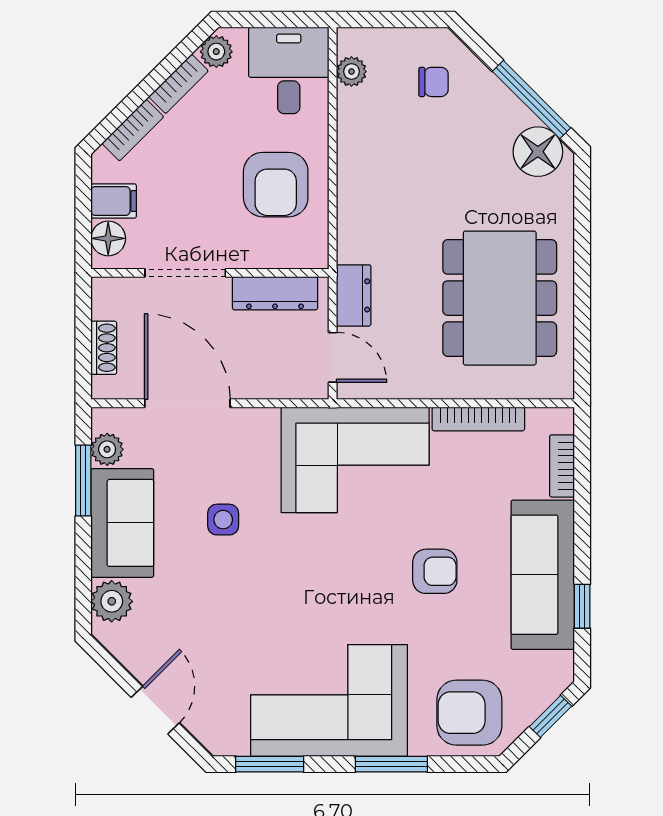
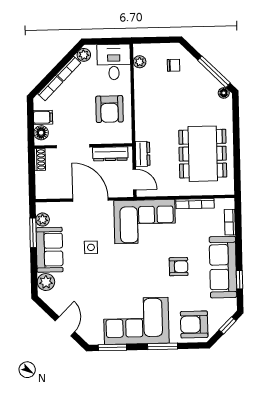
floor lamp: (538, 152) -> (224, 93), width x0.53, depth x0.53
shoe rack: (104, 348) -> (40, 159), moved
door: (187, 403) -> (90, 200), moved

